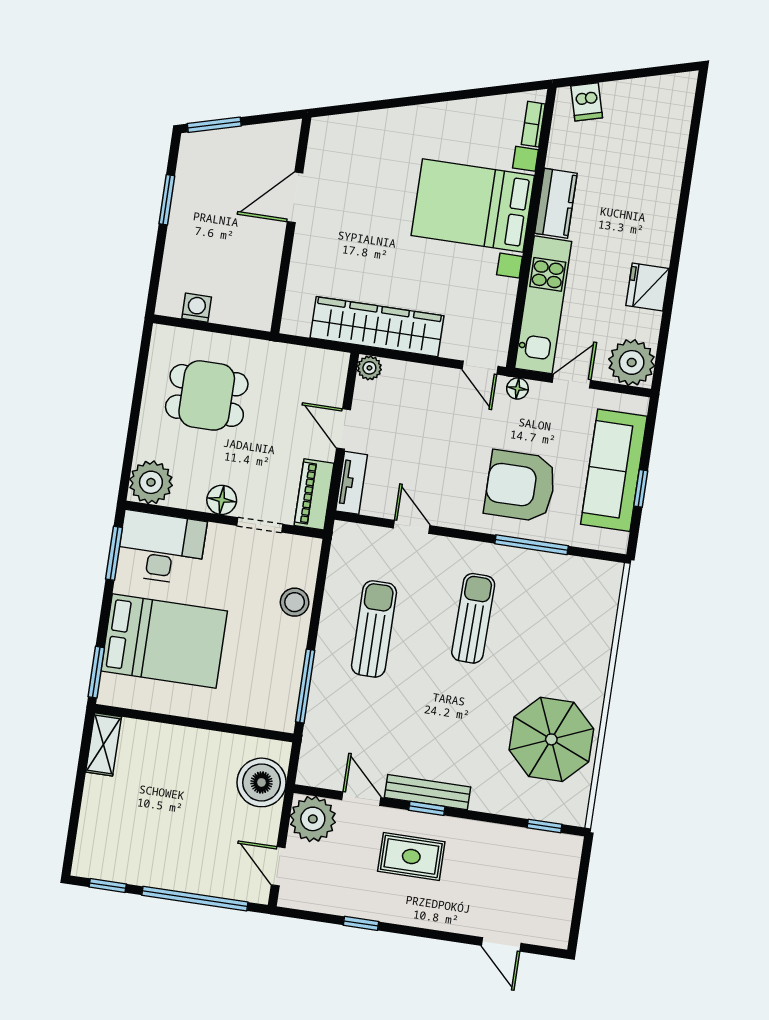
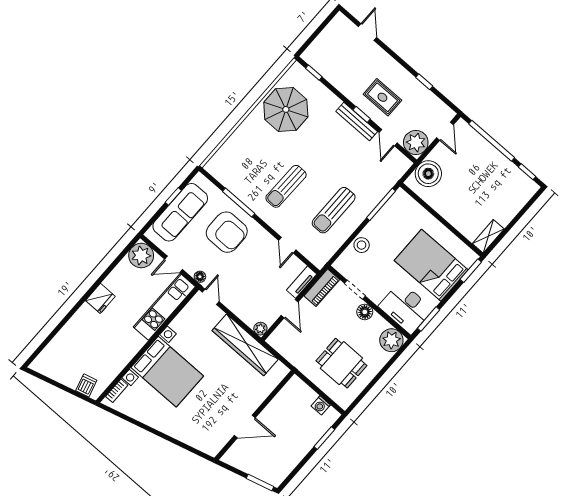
window: (167, 200) -> (324, 438), moved
kitchen counter: (556, 203) -> (129, 349), removed
fridge: (648, 287) -> (100, 298), moved

